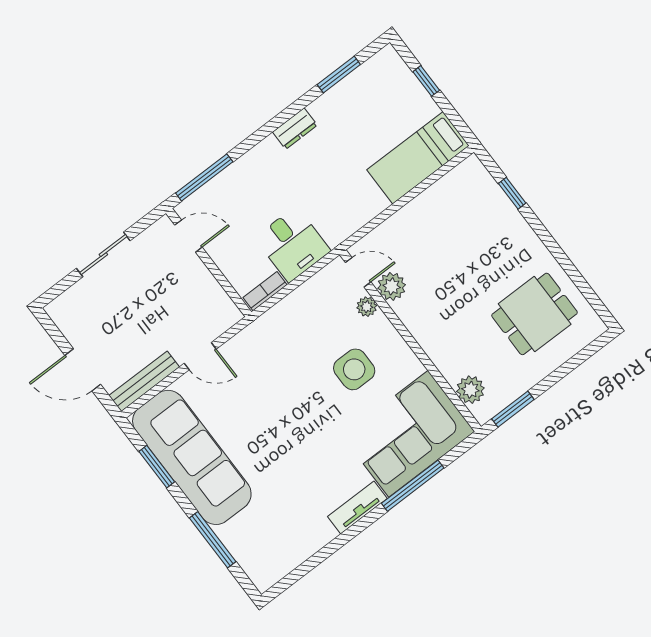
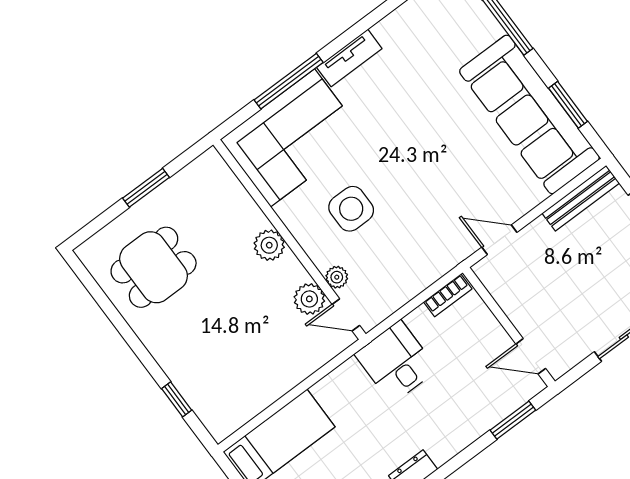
window: (204, 177) -> (513, 420), width x0.69
desk: (293, 244) -> (396, 362), moved
door: (200, 356) -> (499, 240), moved
plant: (470, 390) -> (269, 245), moved
window: (513, 409) -> (146, 188), moved

